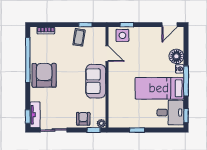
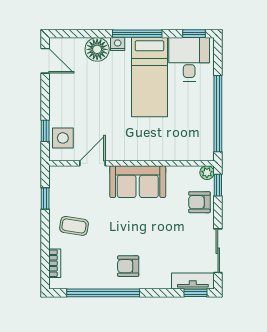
coffee table: (79, 37) -> (74, 226), moved
armchair: (44, 75) -> (128, 266), width x0.53, depth x0.53
window: (137, 130) -> (218, 114), width x3.17

